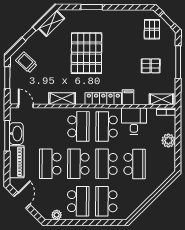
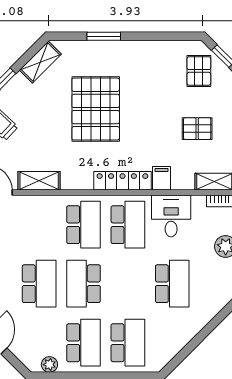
shelving: (62, 99) -> (39, 181), moved
school desk: (107, 126) -> (128, 225), turned 180
school desk: (50, 164) -> (39, 284), turned 180
school desk: (106, 164) -> (128, 284), removed
school desk: (106, 201) -> (128, 343), turned 180

